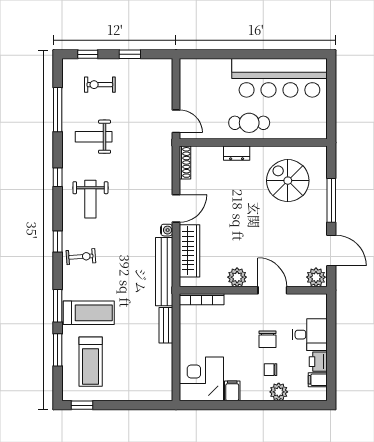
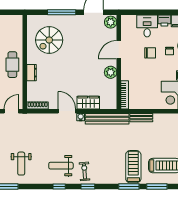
window: (58, 177) -> (59, 186), moved
weight bench: (90, 199) -> (61, 166), turned 180
wardrobe: (190, 251) -> (88, 103), width x0.67
exercise bike: (81, 257) -> (85, 171), moved

